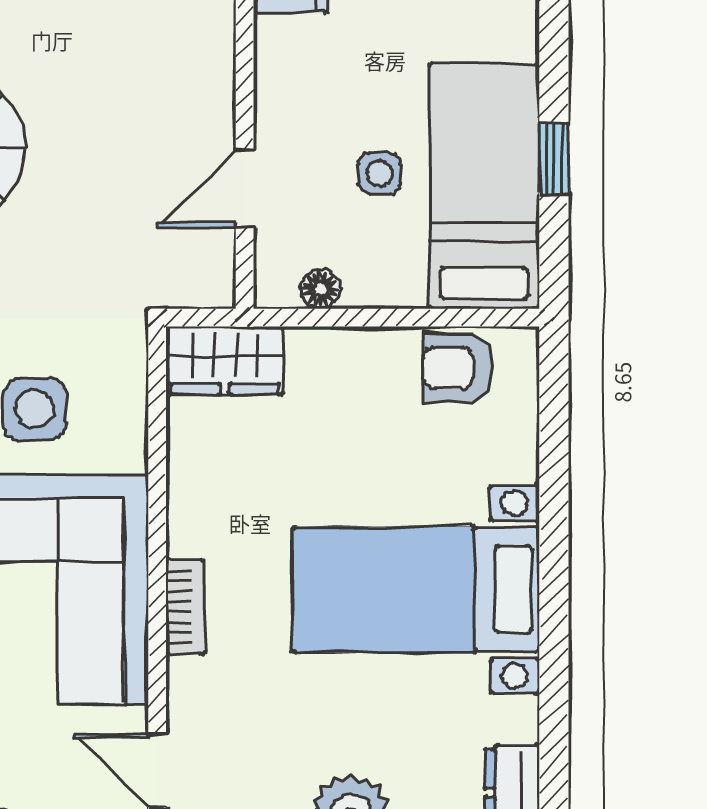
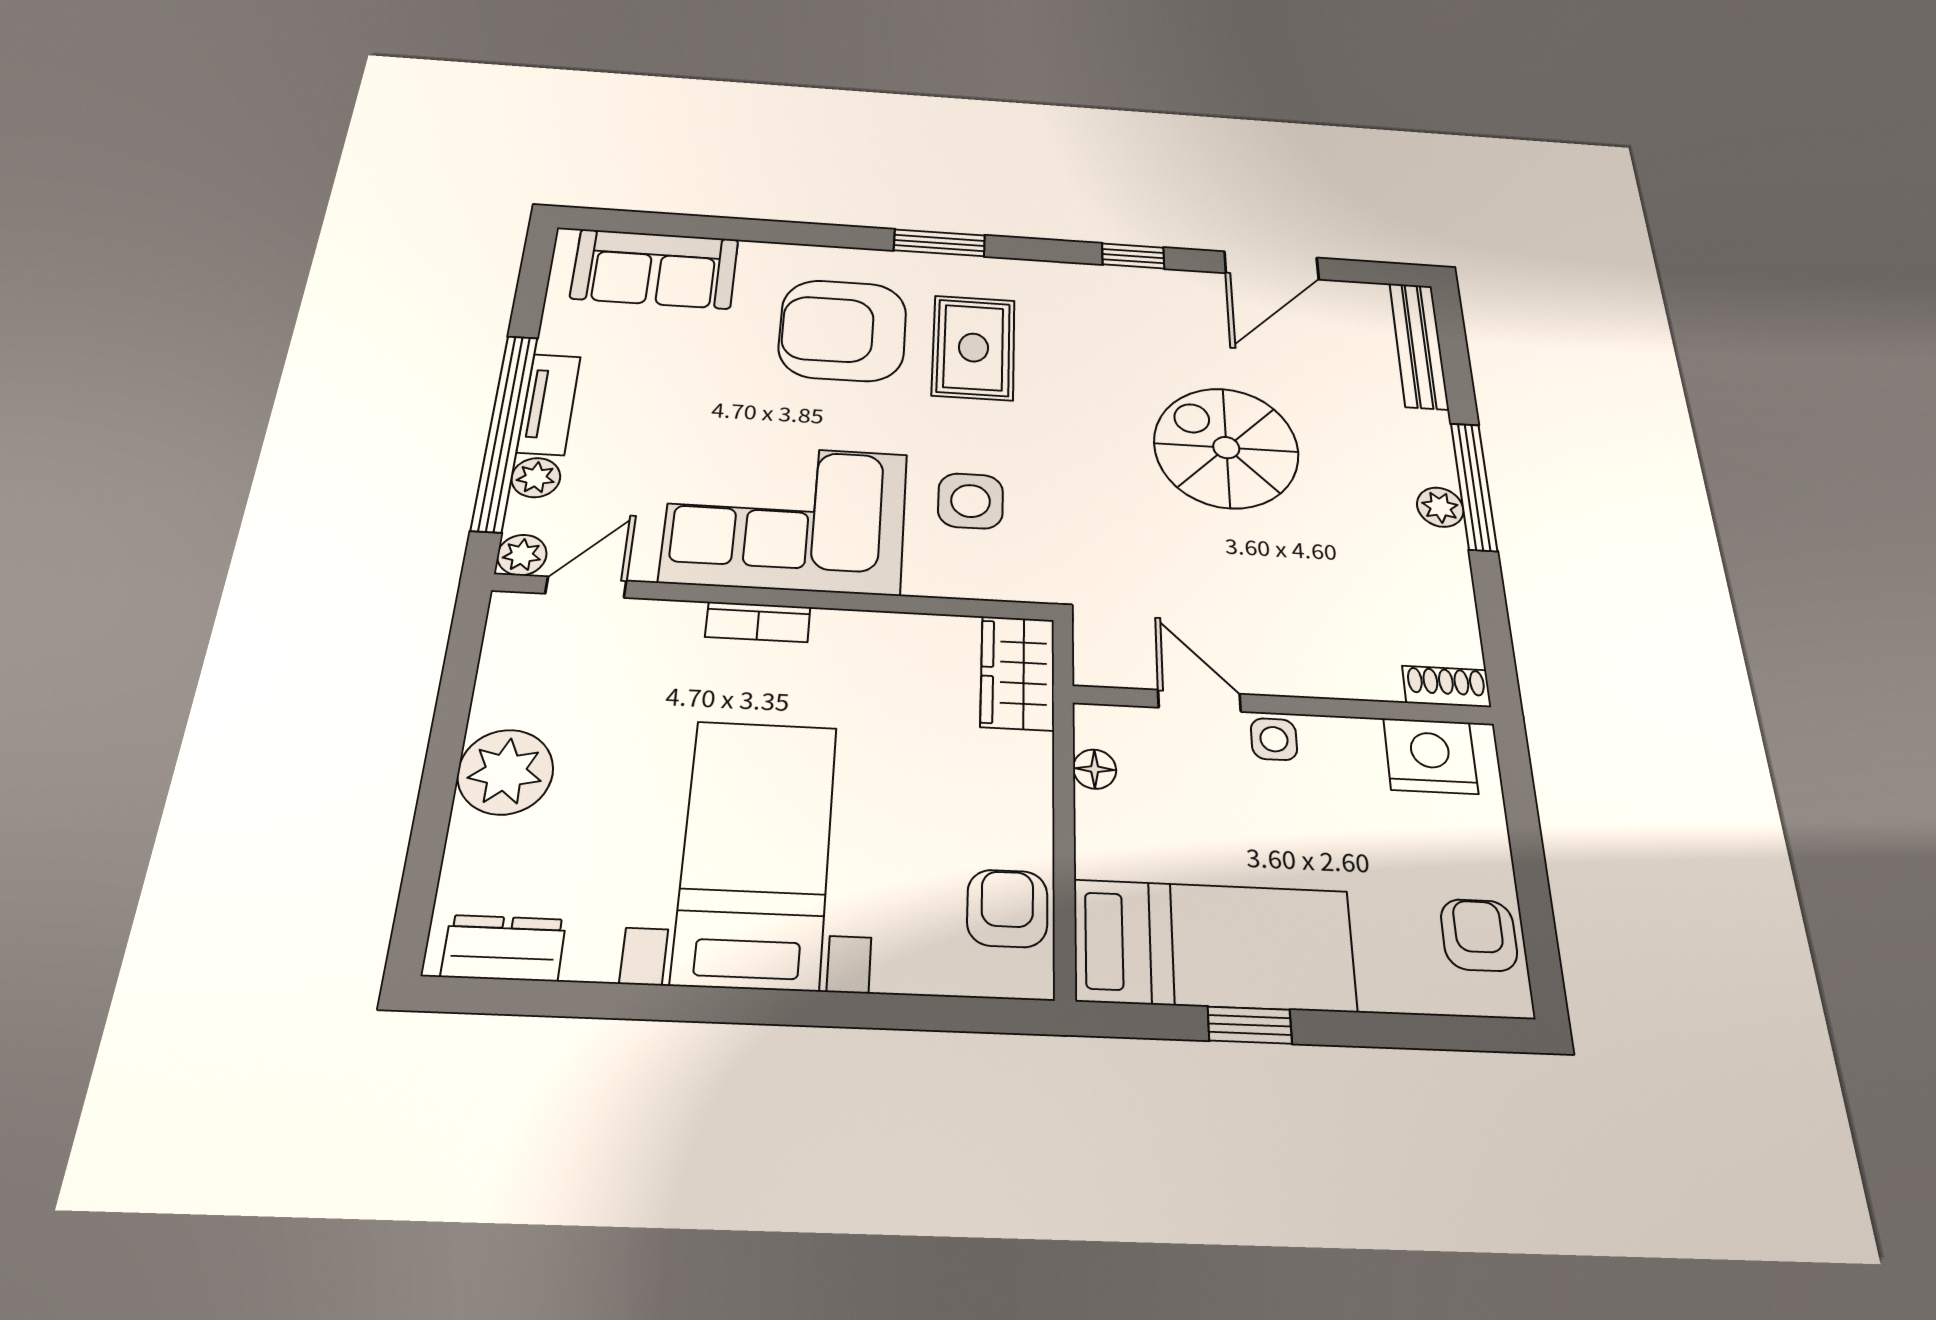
side table: (380, 173) -> (1274, 739), moved

